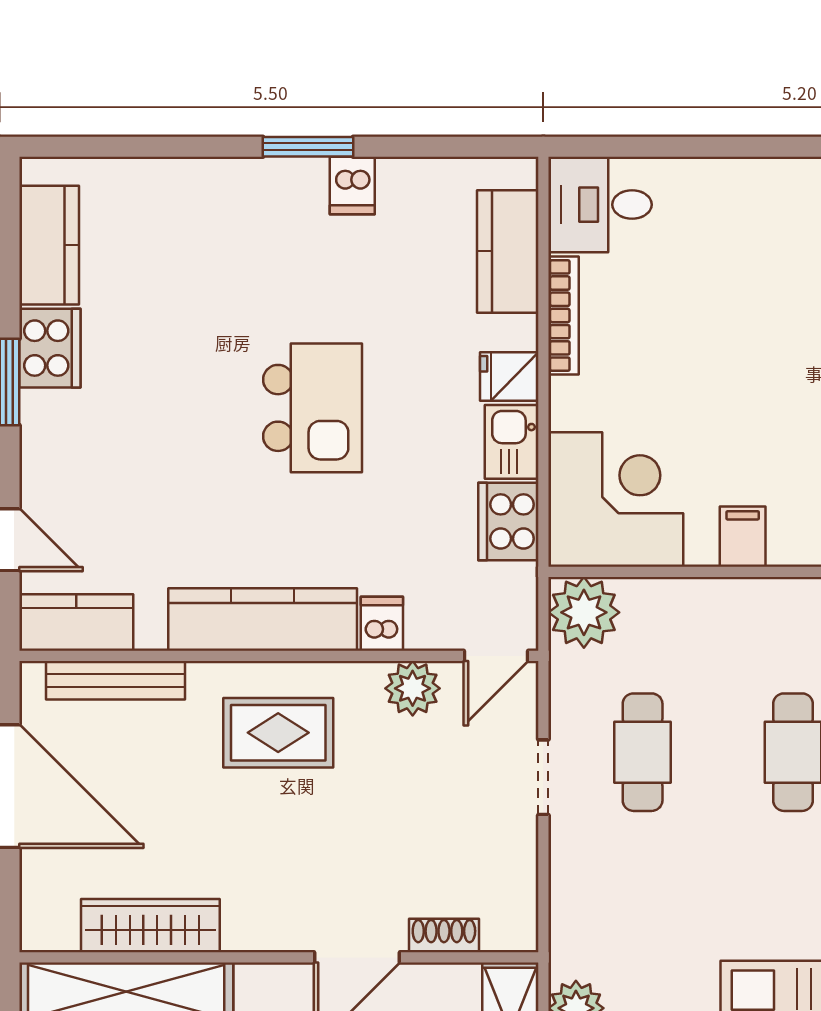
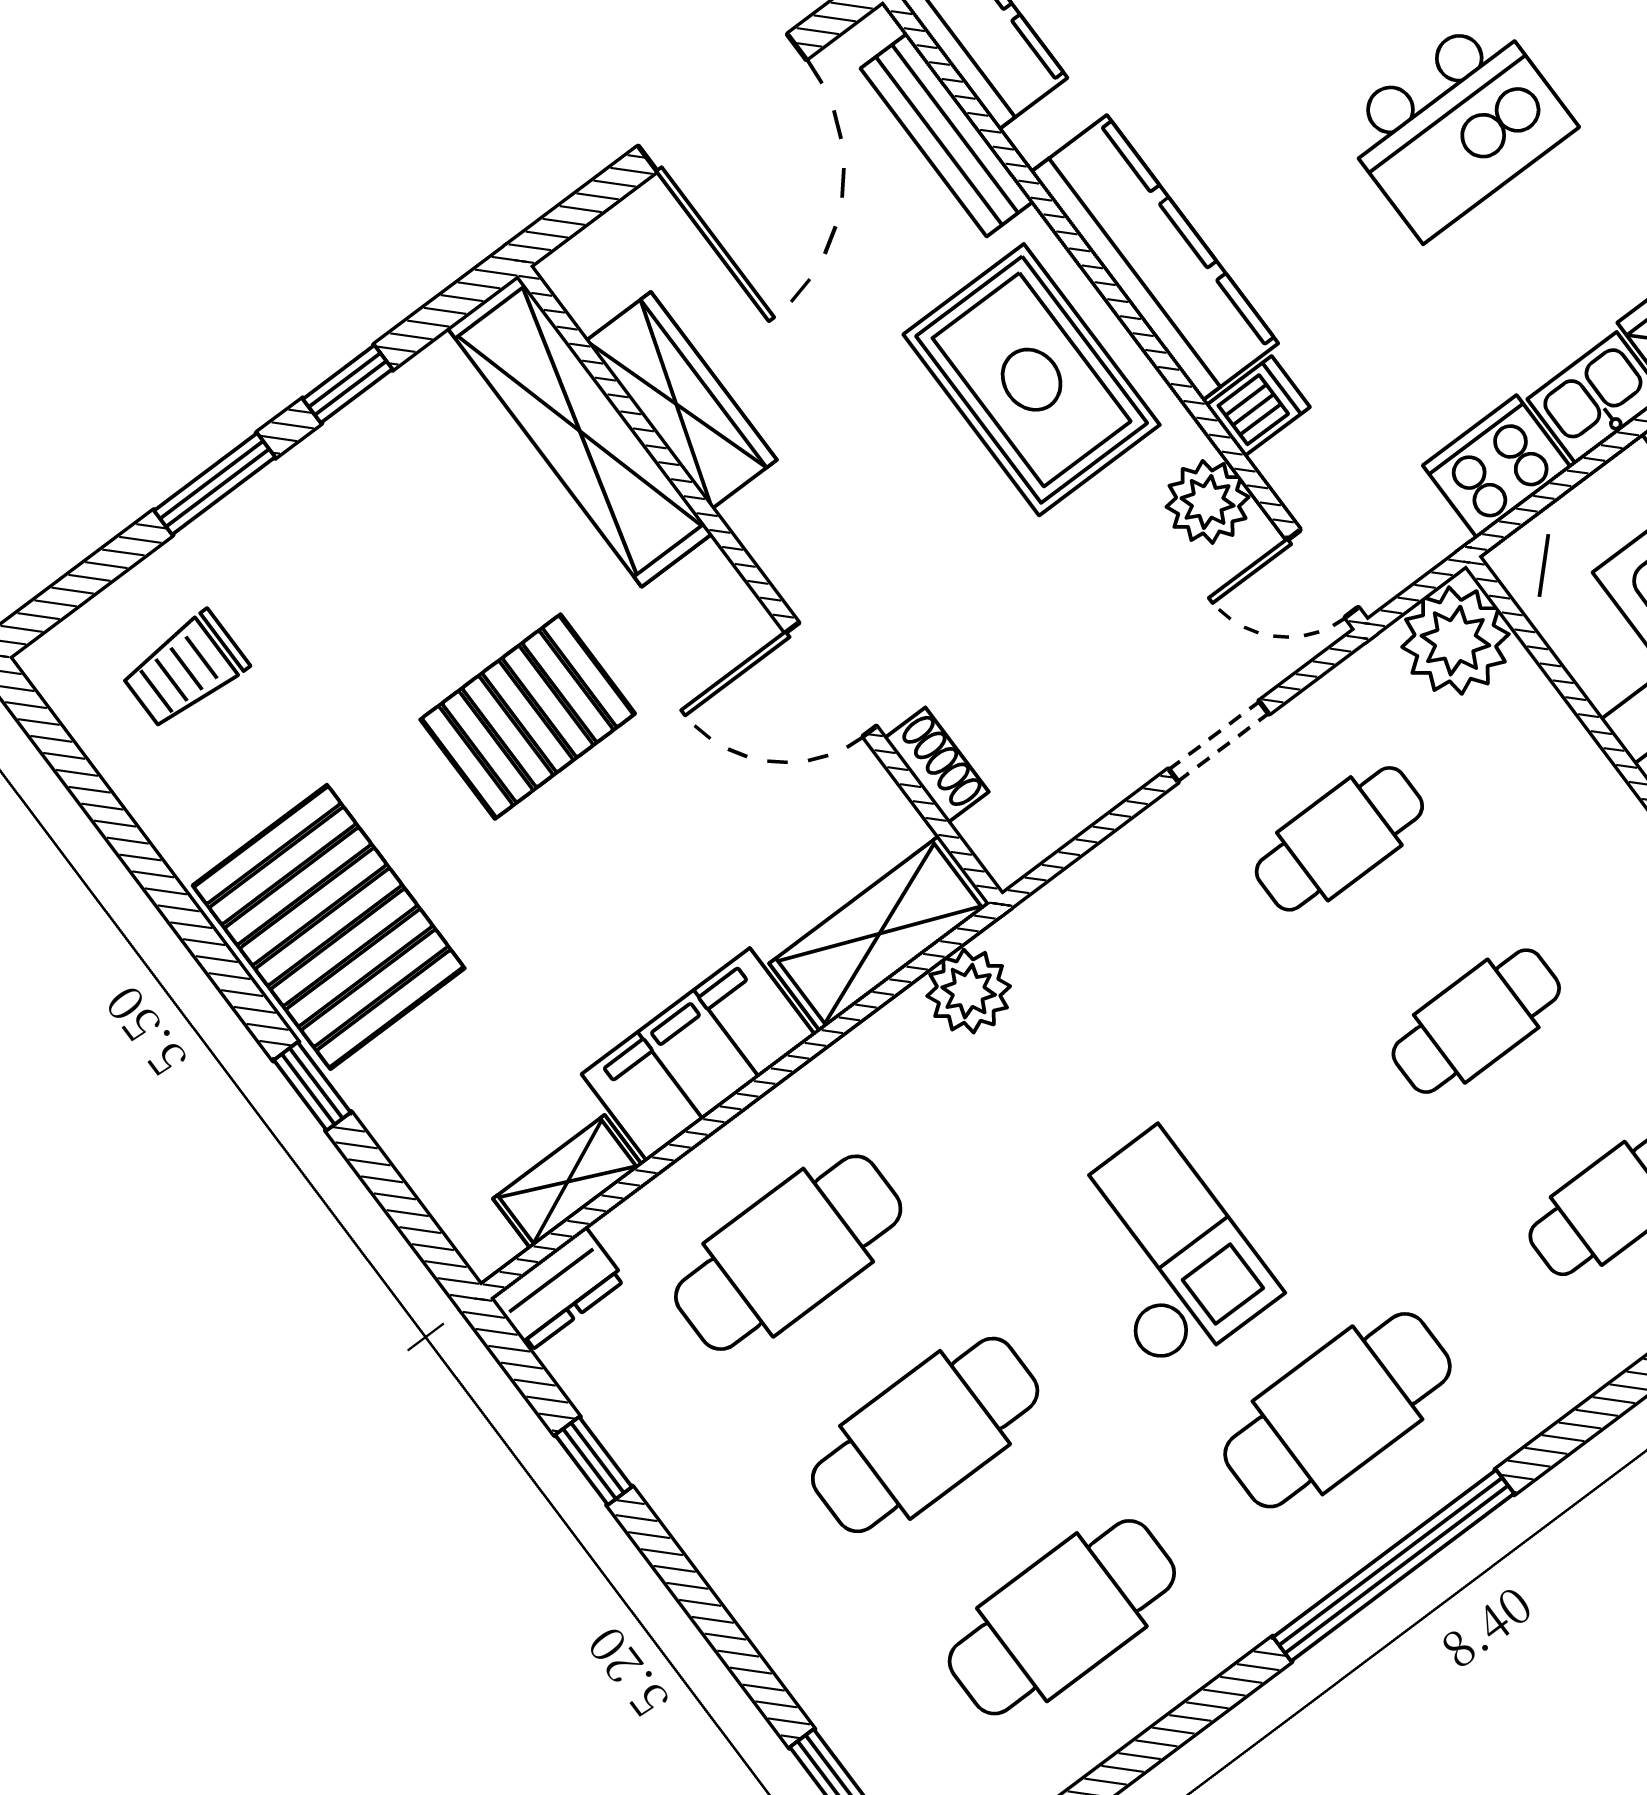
rug: (278, 733) -> (1032, 380), width x1.36, depth x1.43

